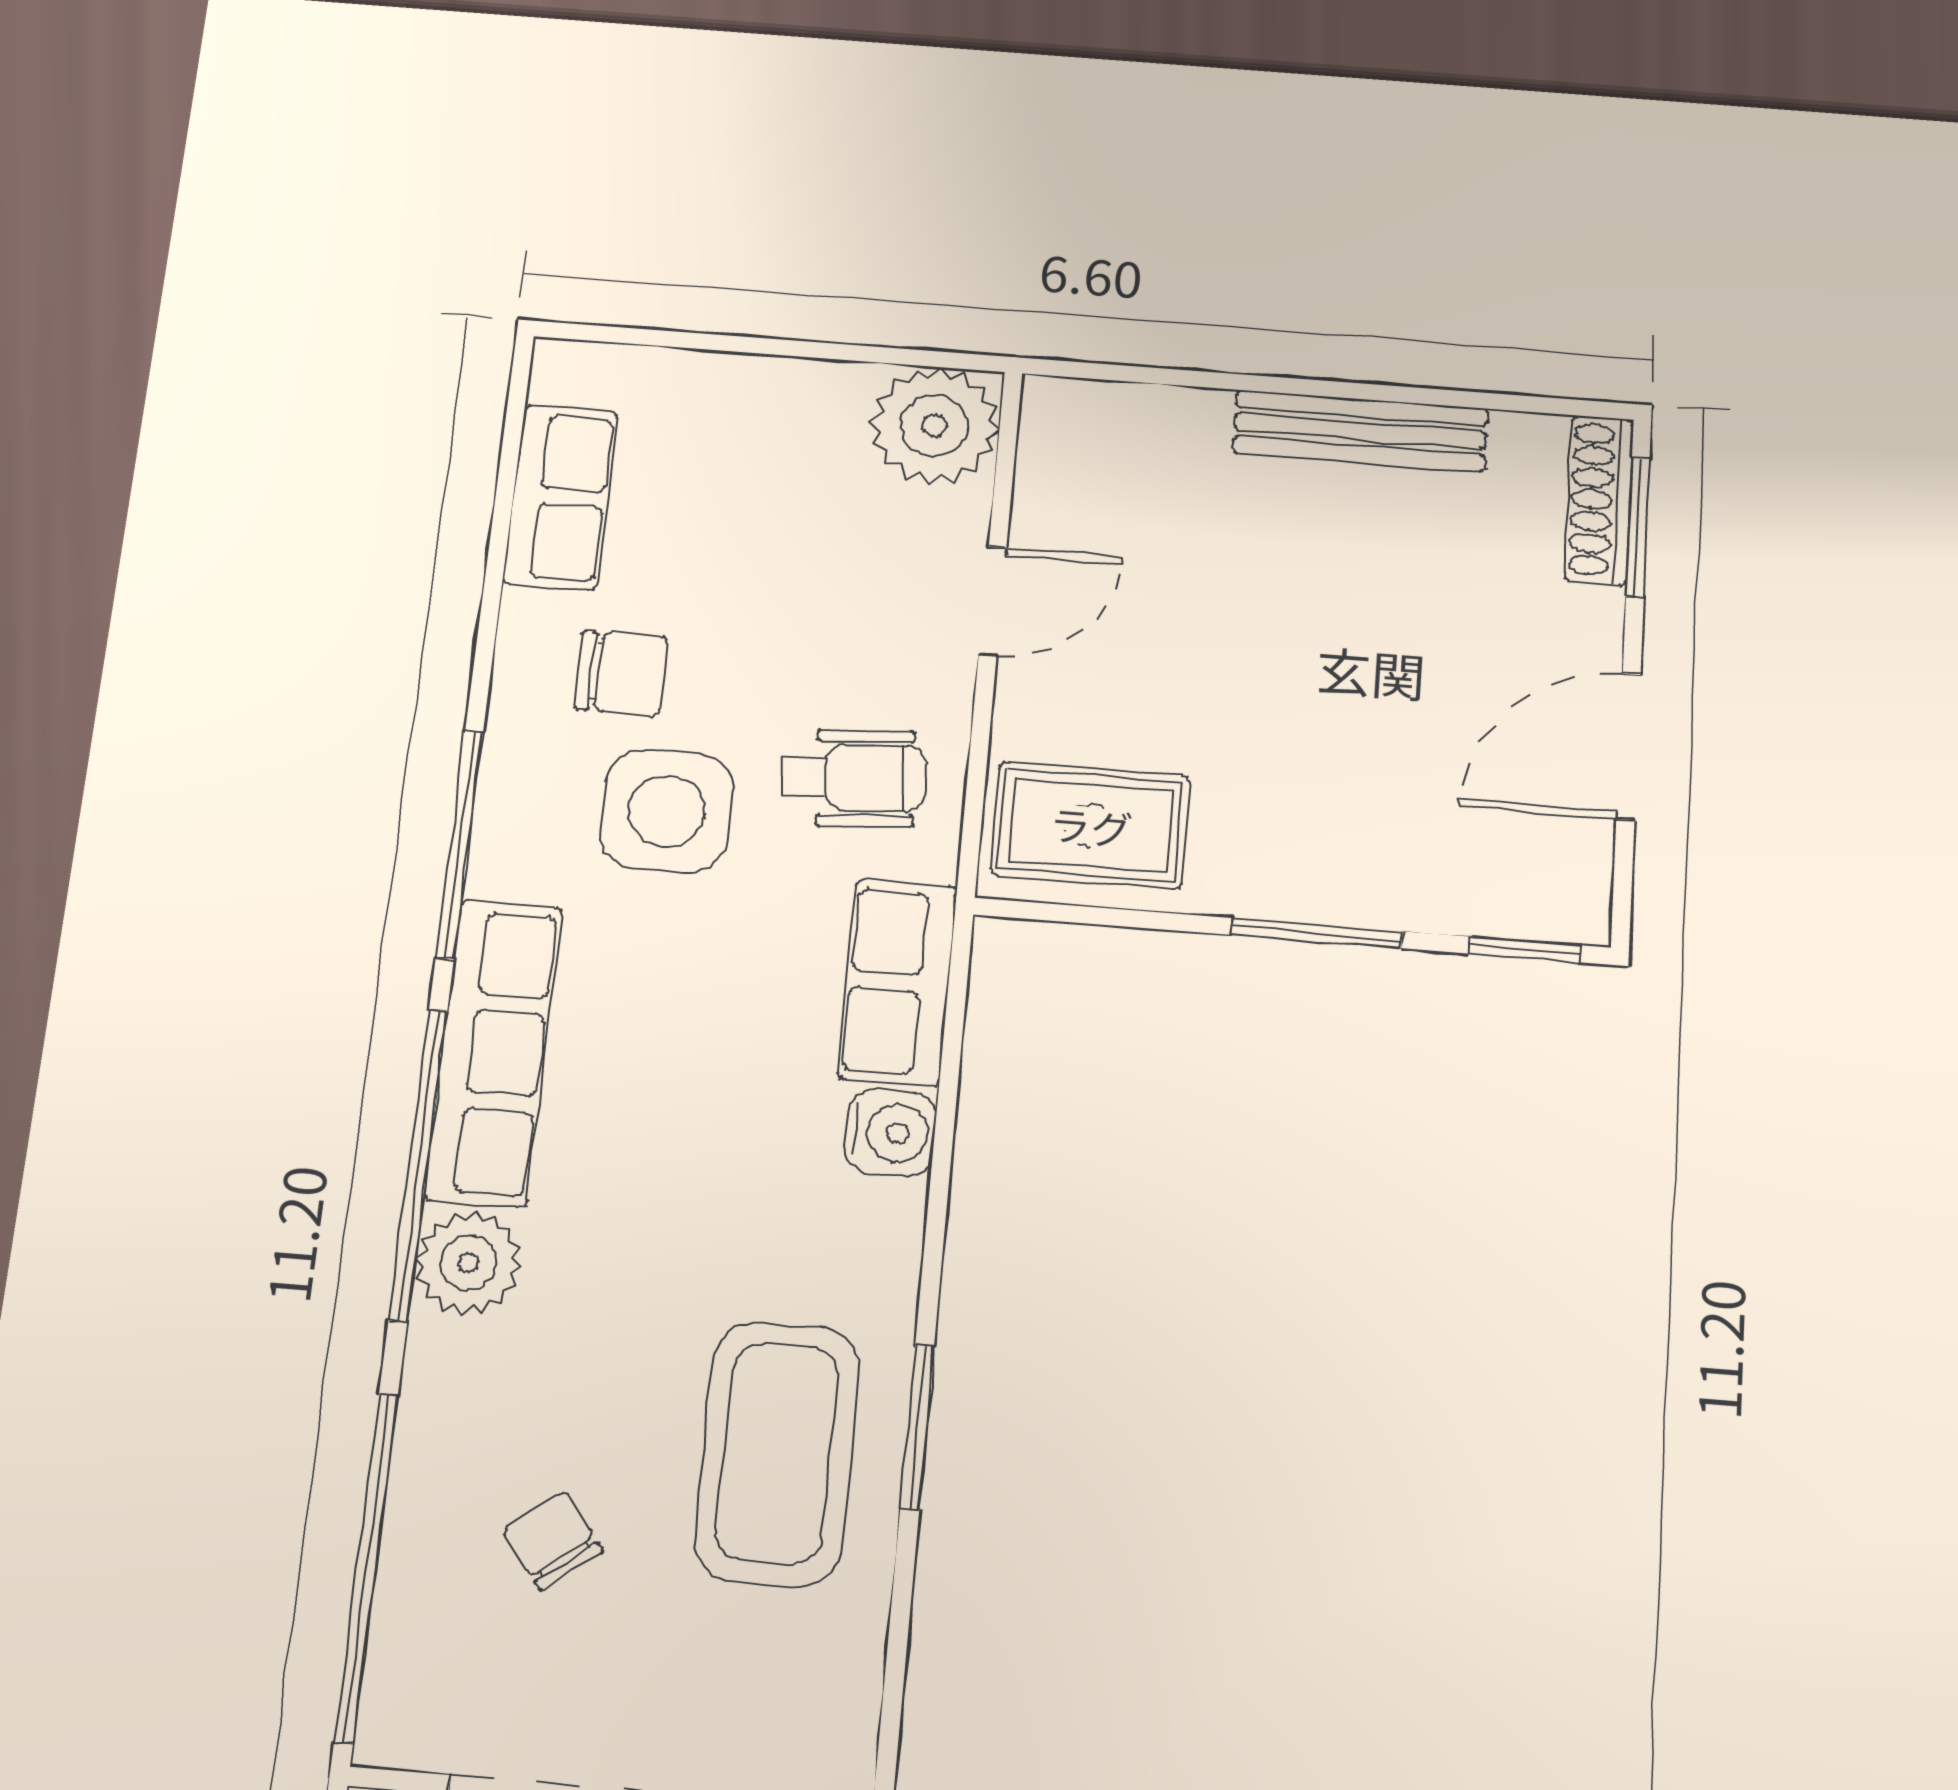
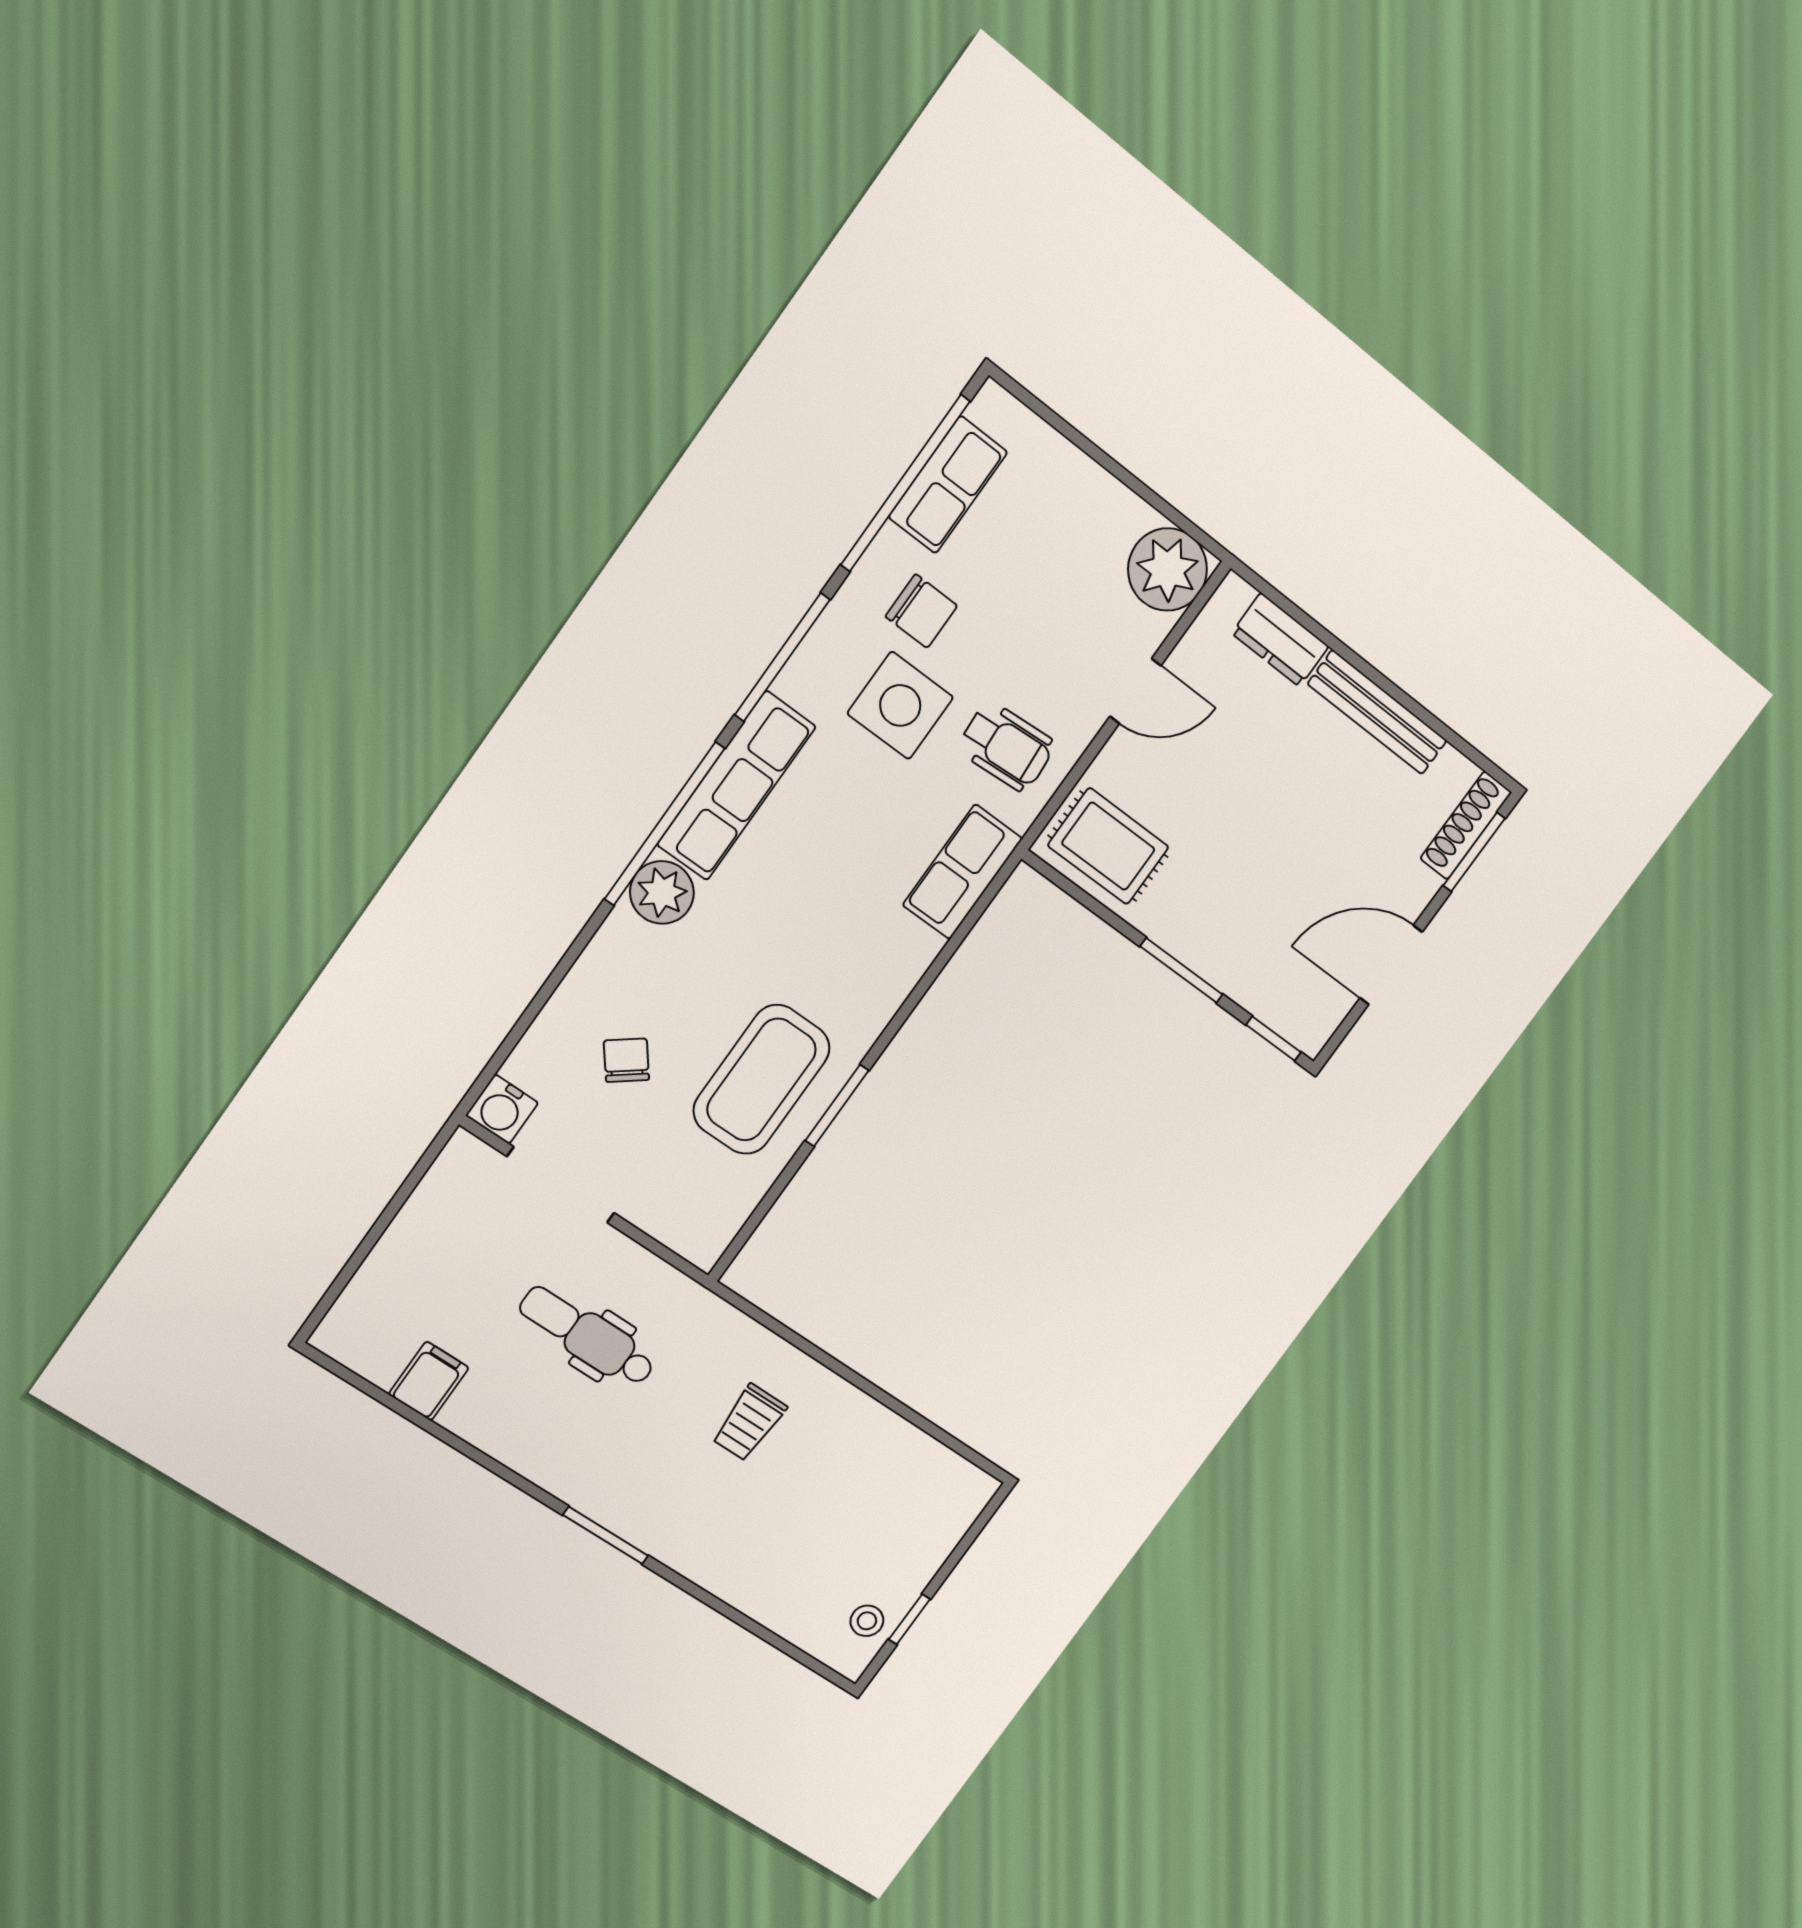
dresser: (1155, 421) -> (1280, 640), added
water cooler: (891, 1133) -> (502, 1109), moved, turned 90
window: (366, 1567) -> (905, 483), moved

